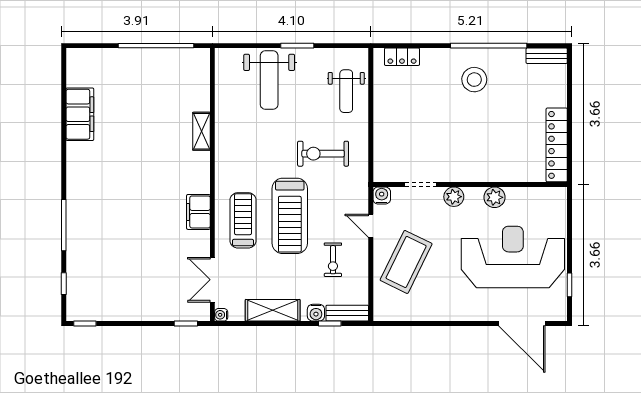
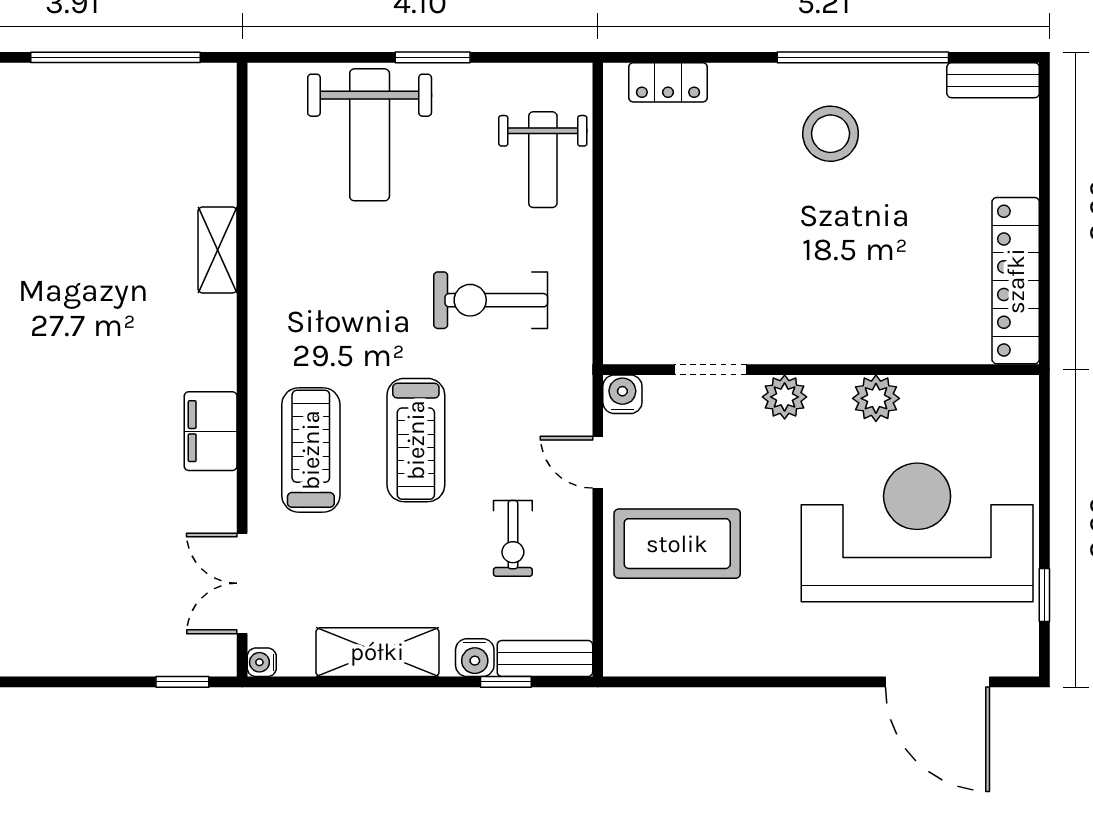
treadmill: (290, 216) -> (416, 440), width x0.73, depth x0.73
coffee table: (406, 262) -> (677, 544), turned 64

